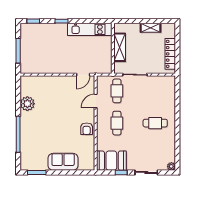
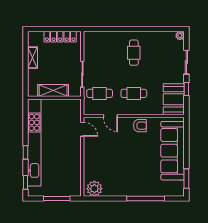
kitchen unit: (90, 29) -> (34, 142), width x1.86
plant: (27, 104) -> (94, 189), moved
sofa: (63, 162) -> (173, 151), width x1.85, depth x1.27

